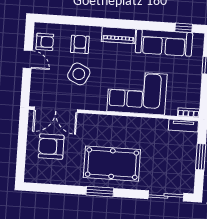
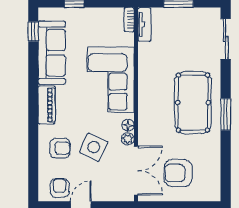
armchair: (80, 44) -> (60, 148), turned 180
plant: (84, 104) -> (128, 139), added
floor lamp: (96, 105) -> (128, 125), added
armchair: (51, 147) -> (178, 173), turned 90

